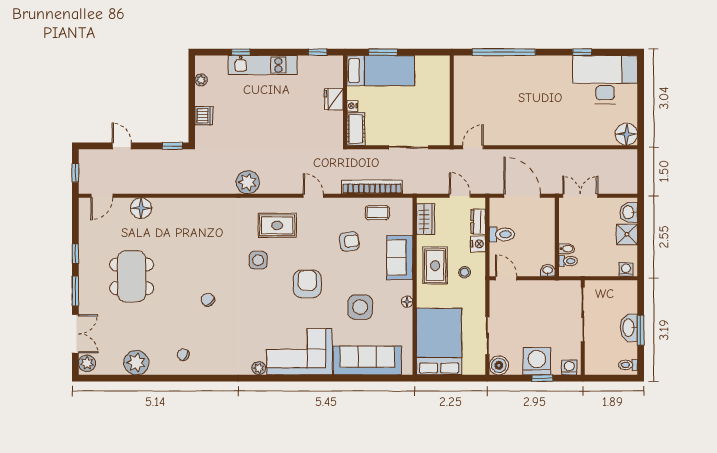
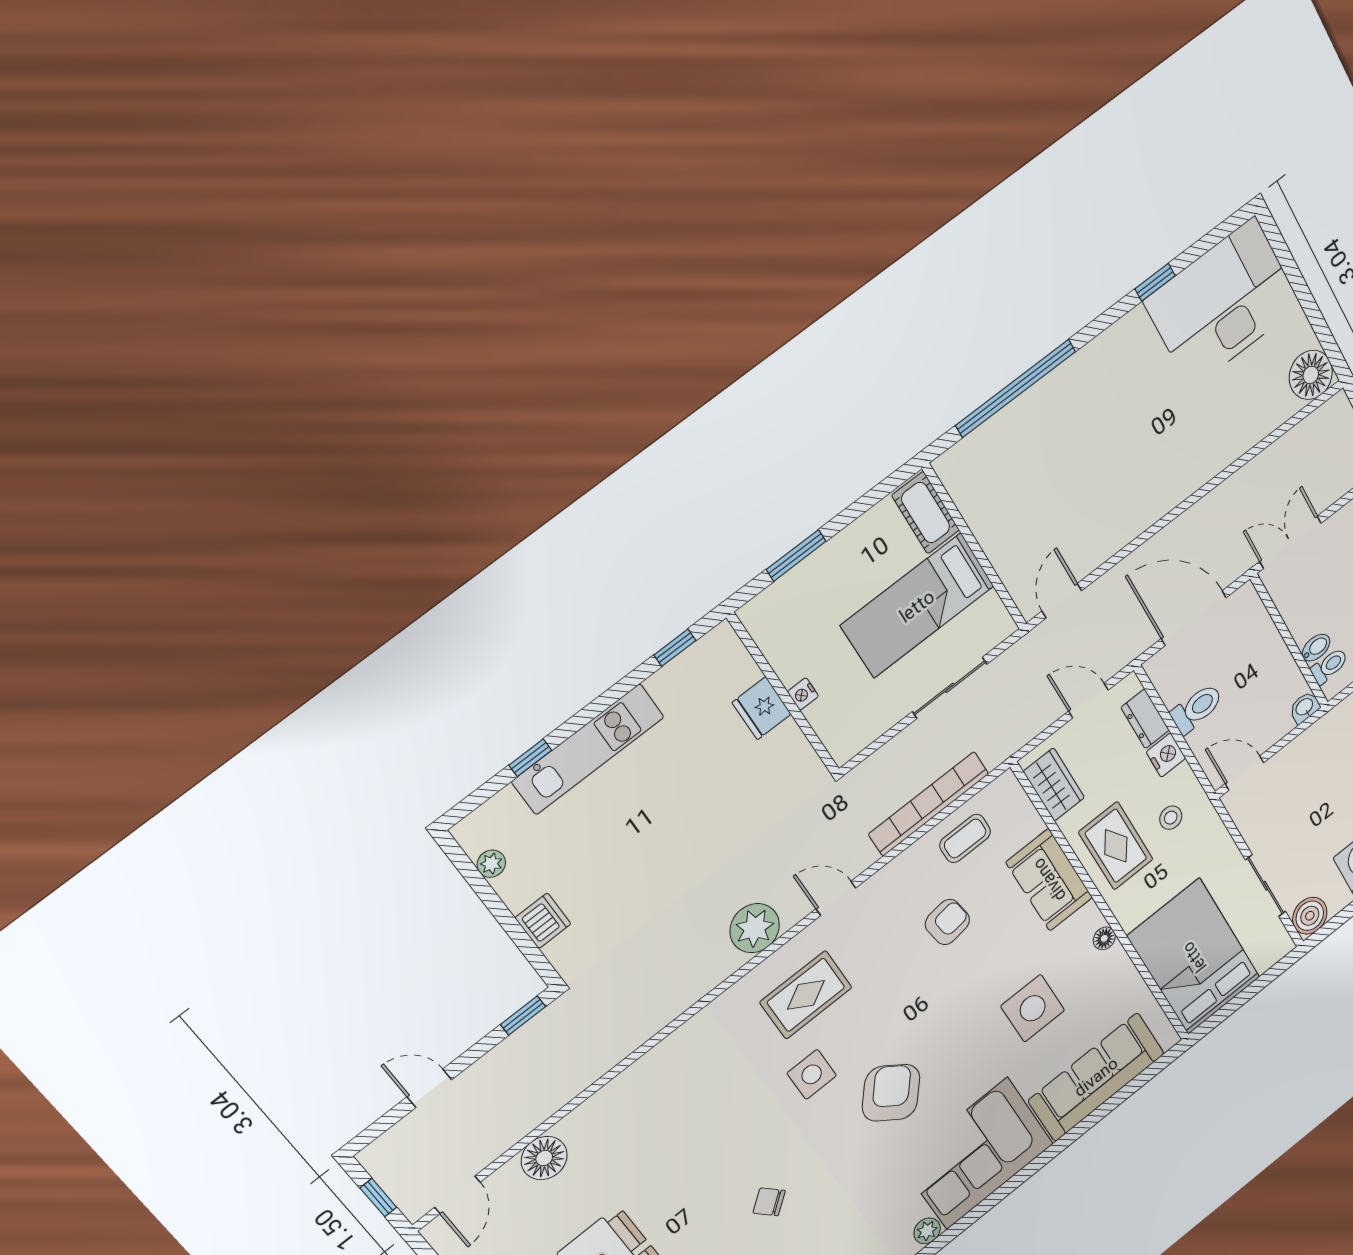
bed: (381, 71) -> (917, 606), moved, turned 180
cot: (356, 129) -> (926, 513), moved
plant: (248, 182) -> (755, 928), moved
armchair: (307, 284) -> (891, 1093), moved, turned 38

